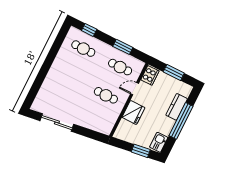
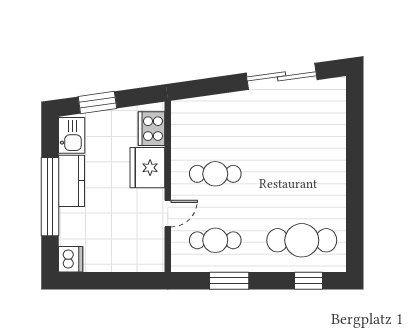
cafe table: (83, 49) -> (302, 240), width x1.37, depth x1.35
window: (174, 72) -> (109, 281), removed
cooker: (150, 75) -> (151, 129), moved
dishwasher: (186, 90) -> (71, 259), added
kitchen counter: (177, 107) -> (72, 181), moved

